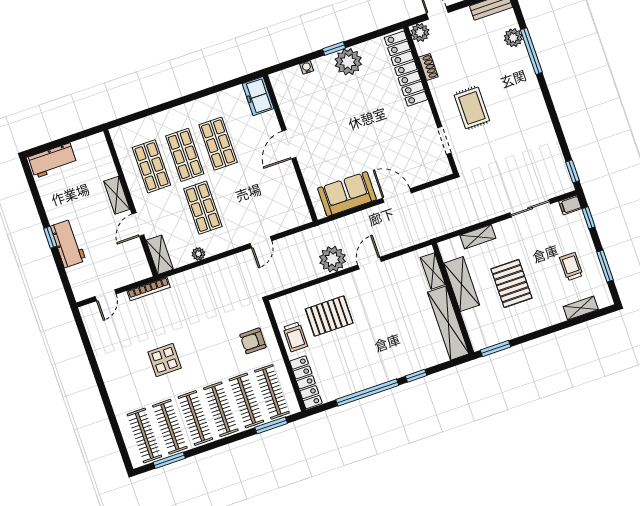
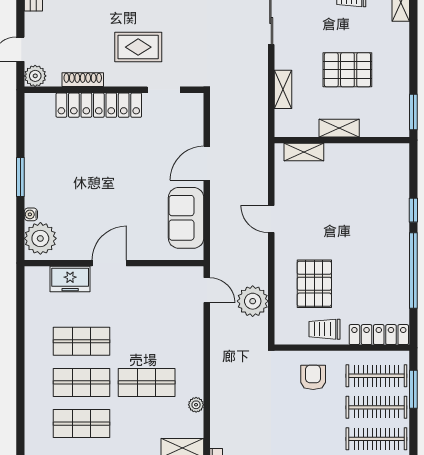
window: (334, 48) -> (20, 177), width x1.50
plant: (348, 62) -> (40, 238), moved
shoe rack: (428, 67) -> (83, 80), width x1.43
locker: (406, 69) -> (99, 105), moved
freezer: (258, 96) -> (70, 279), moved
door: (289, 144) -> (109, 263), swing flipped
door: (261, 242) -> (207, 290), moved
plant: (332, 259) -> (253, 301), moved
shelving: (462, 284) -> (339, 128), width x0.67, depth x0.75
shelving: (448, 323) -> (367, 155), removed
trolley: (295, 337) -> (325, 329), turned 180
armchair: (253, 341) -> (313, 377), turned 180

